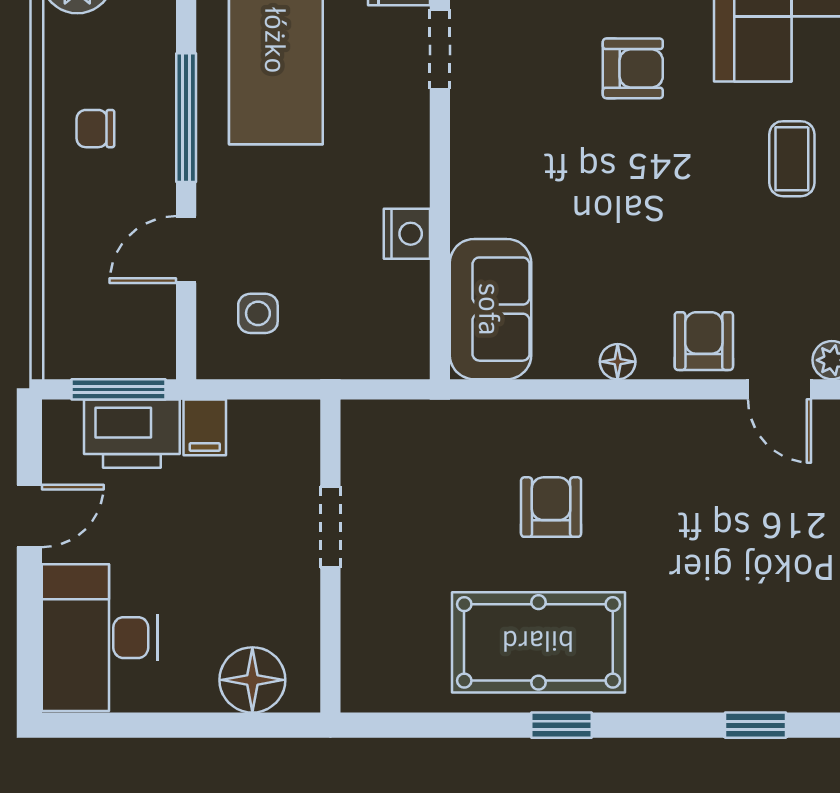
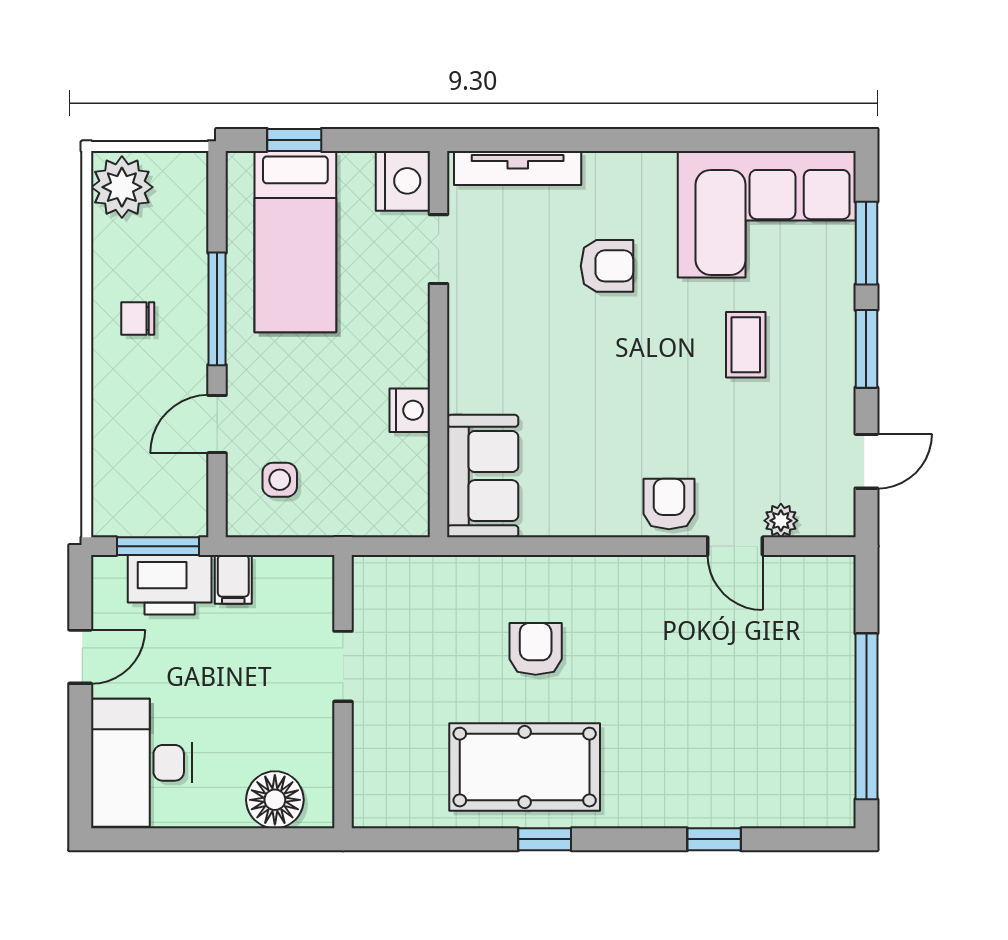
floor lamp: (618, 362) -> (594, 522), removed

